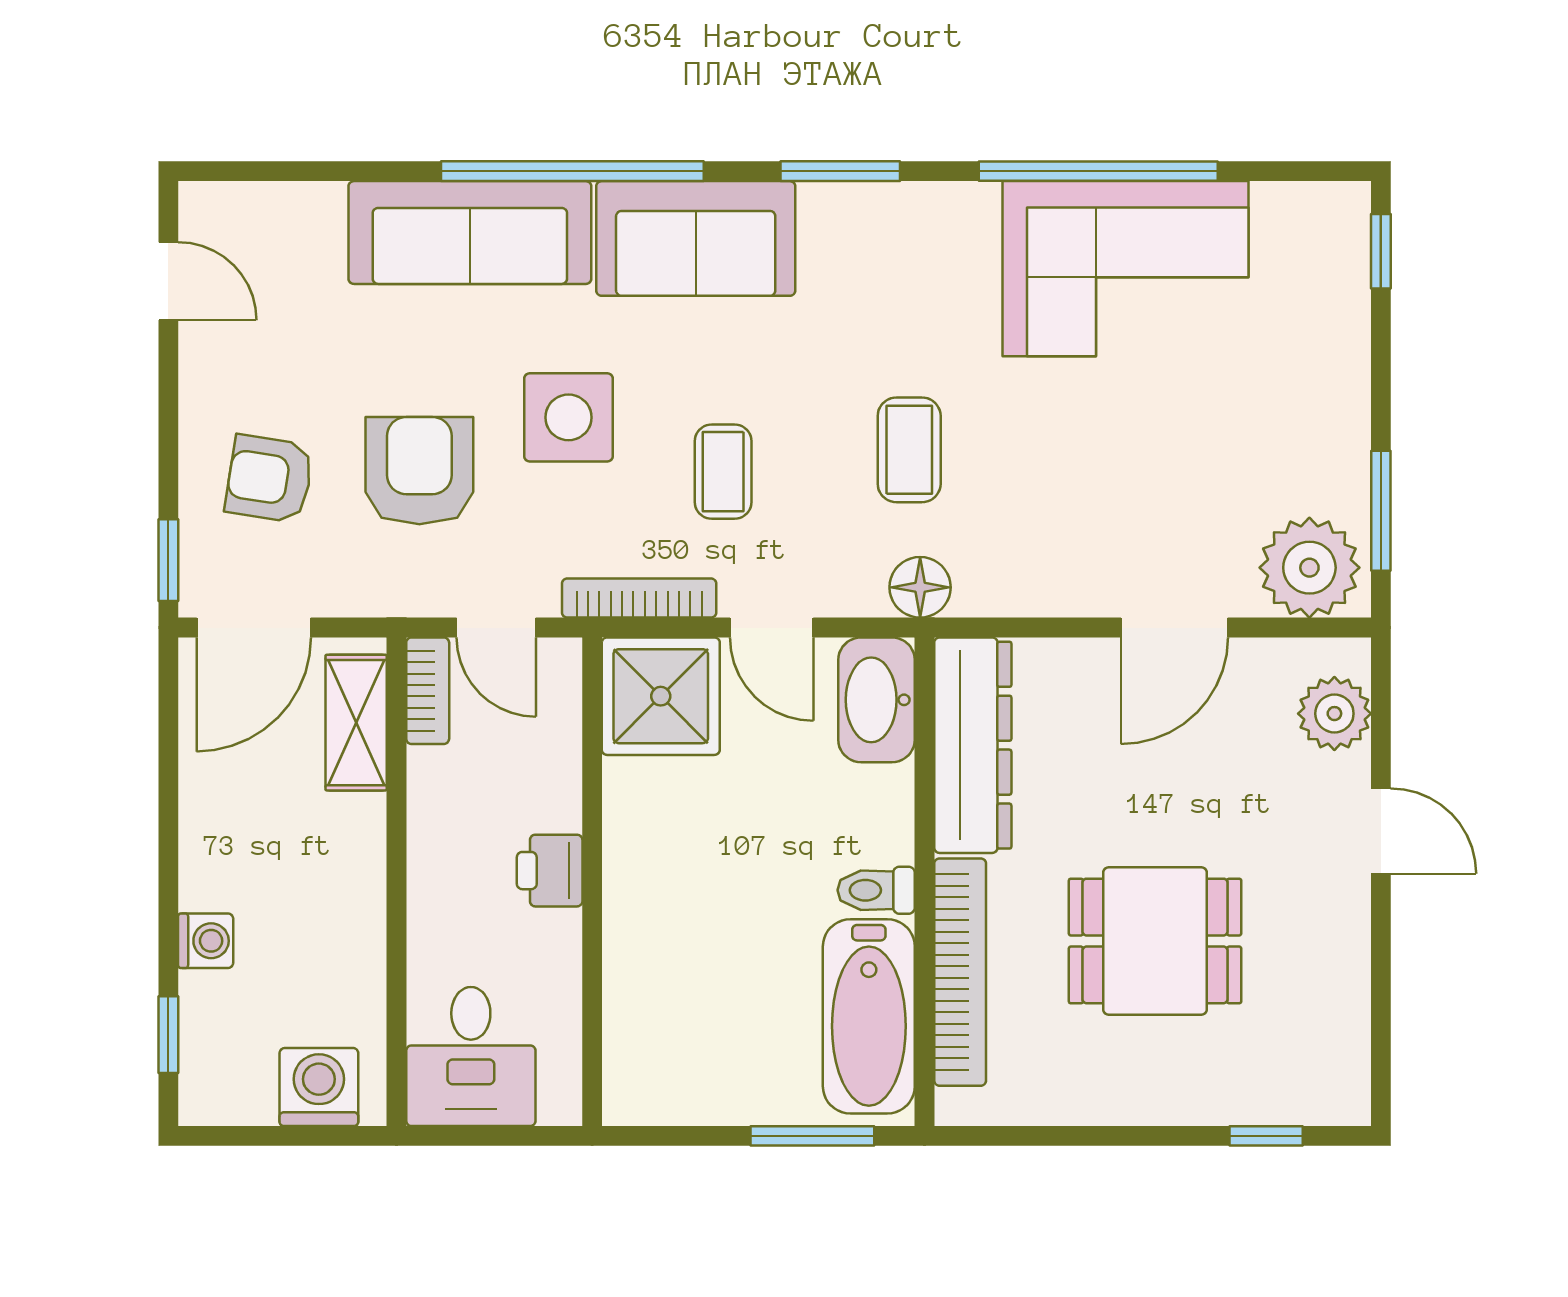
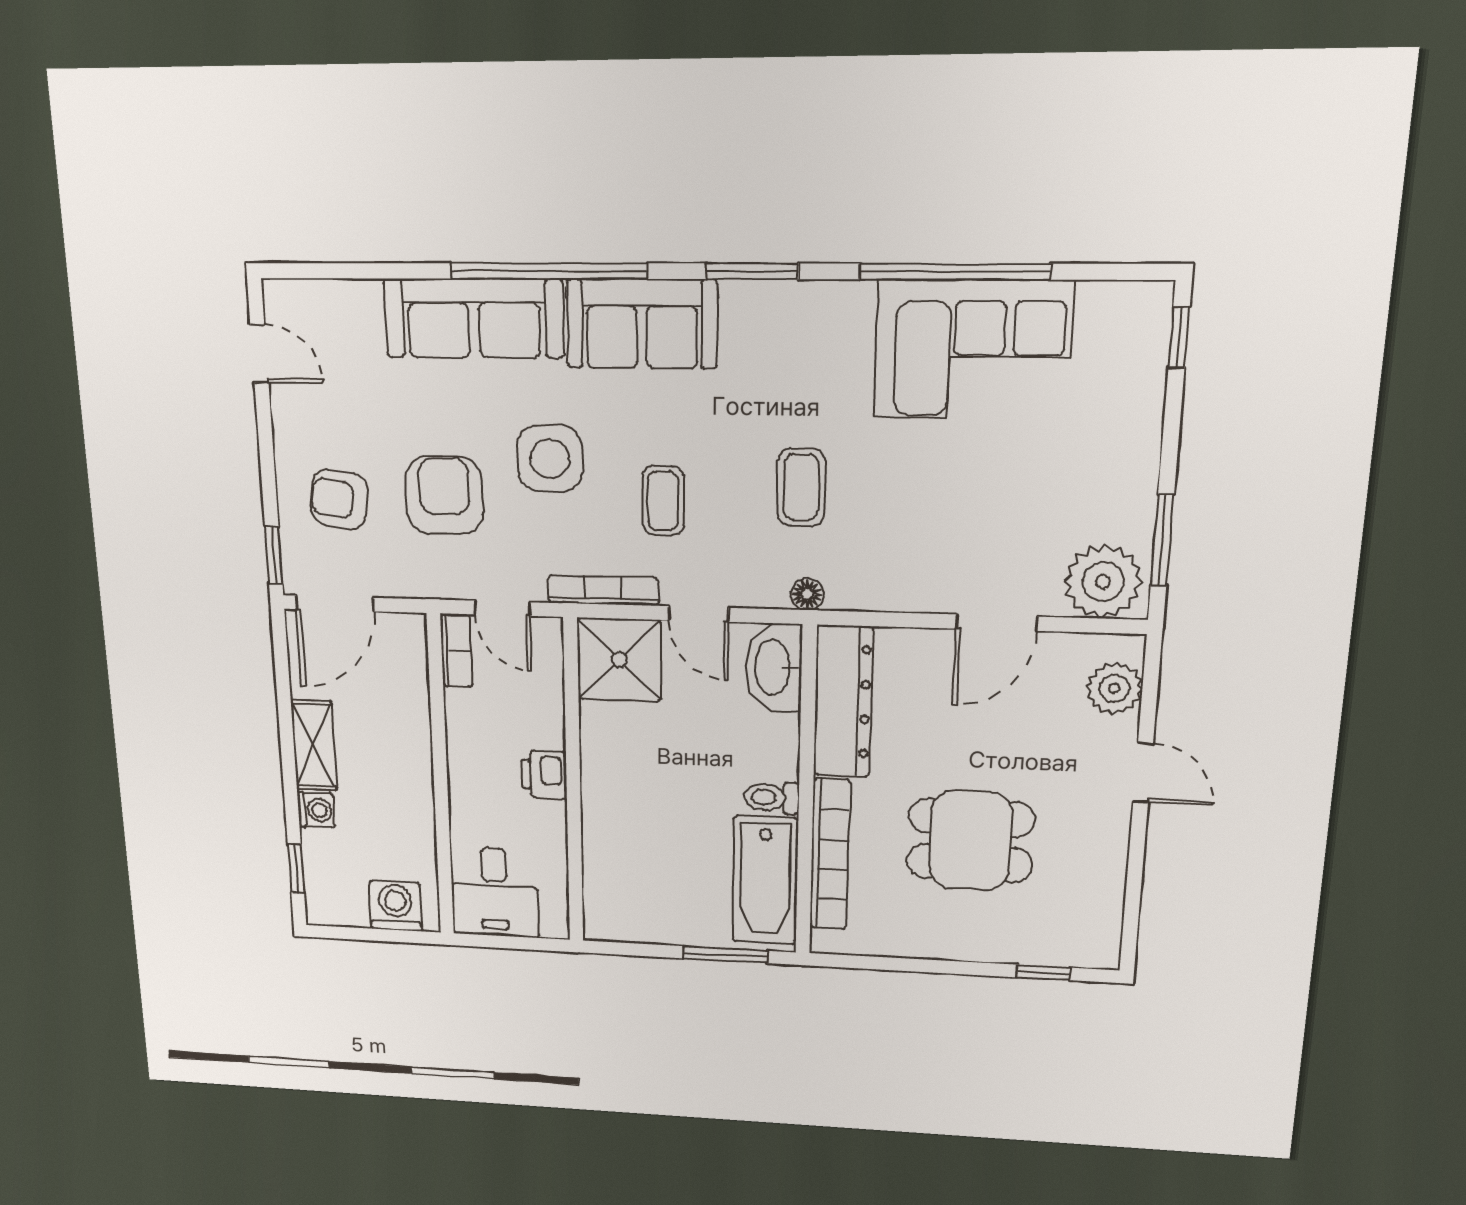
floor lamp: (920, 587) -> (807, 594), width x0.73, depth x0.73
shelving: (356, 723) -> (314, 745), moved

